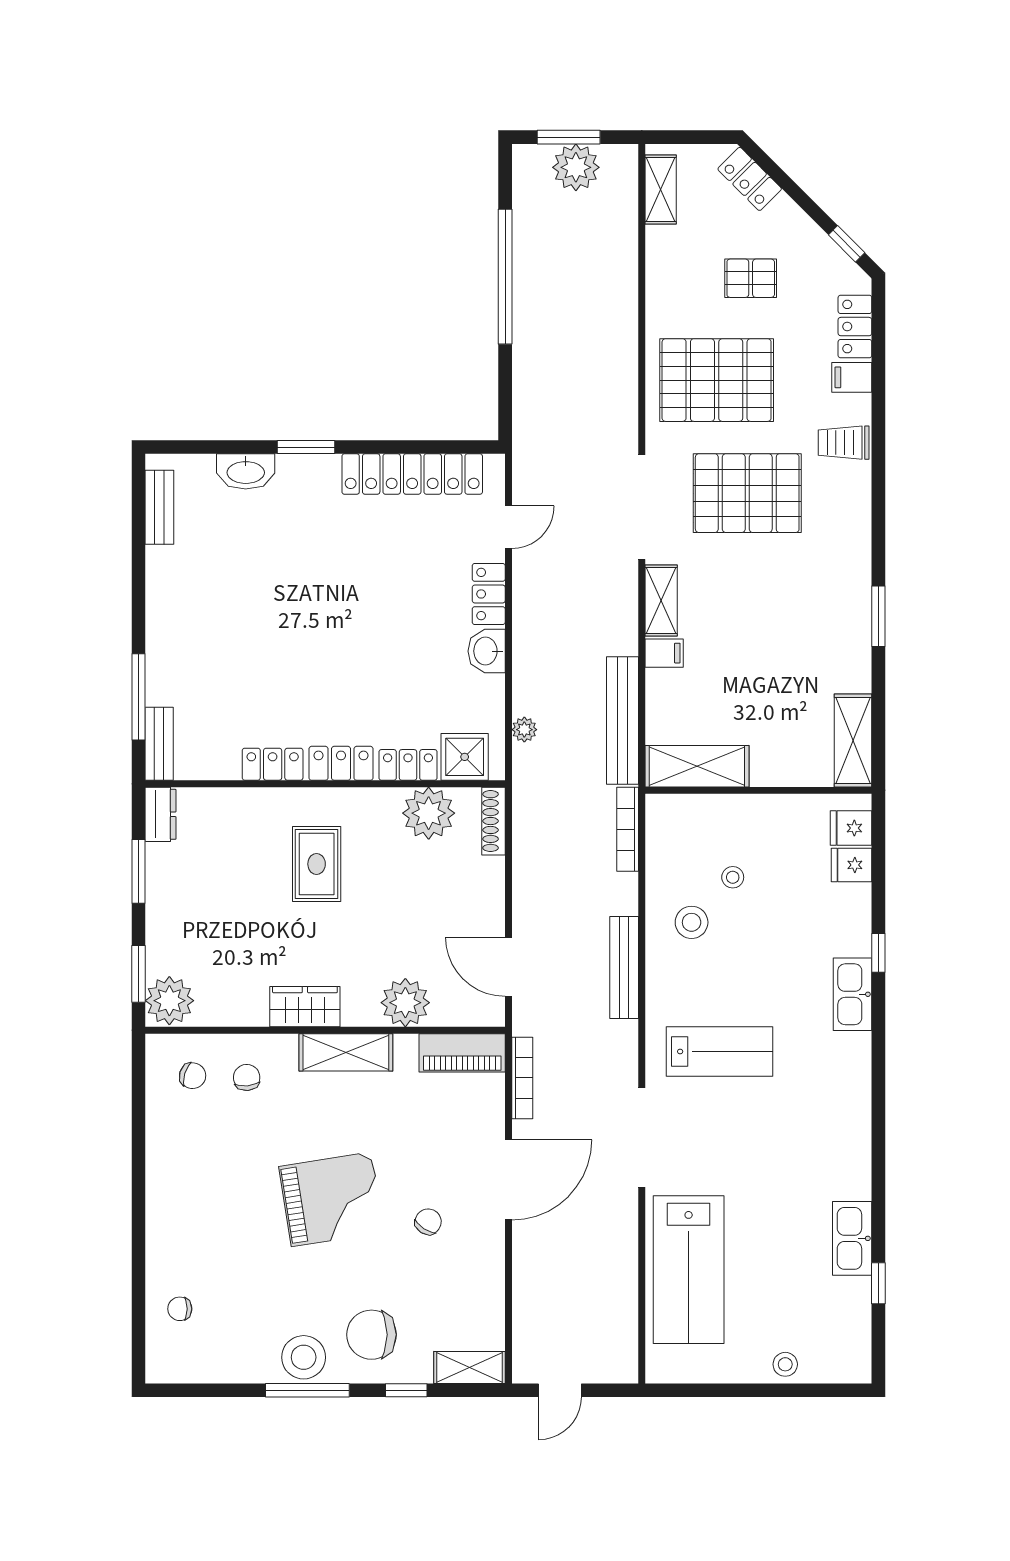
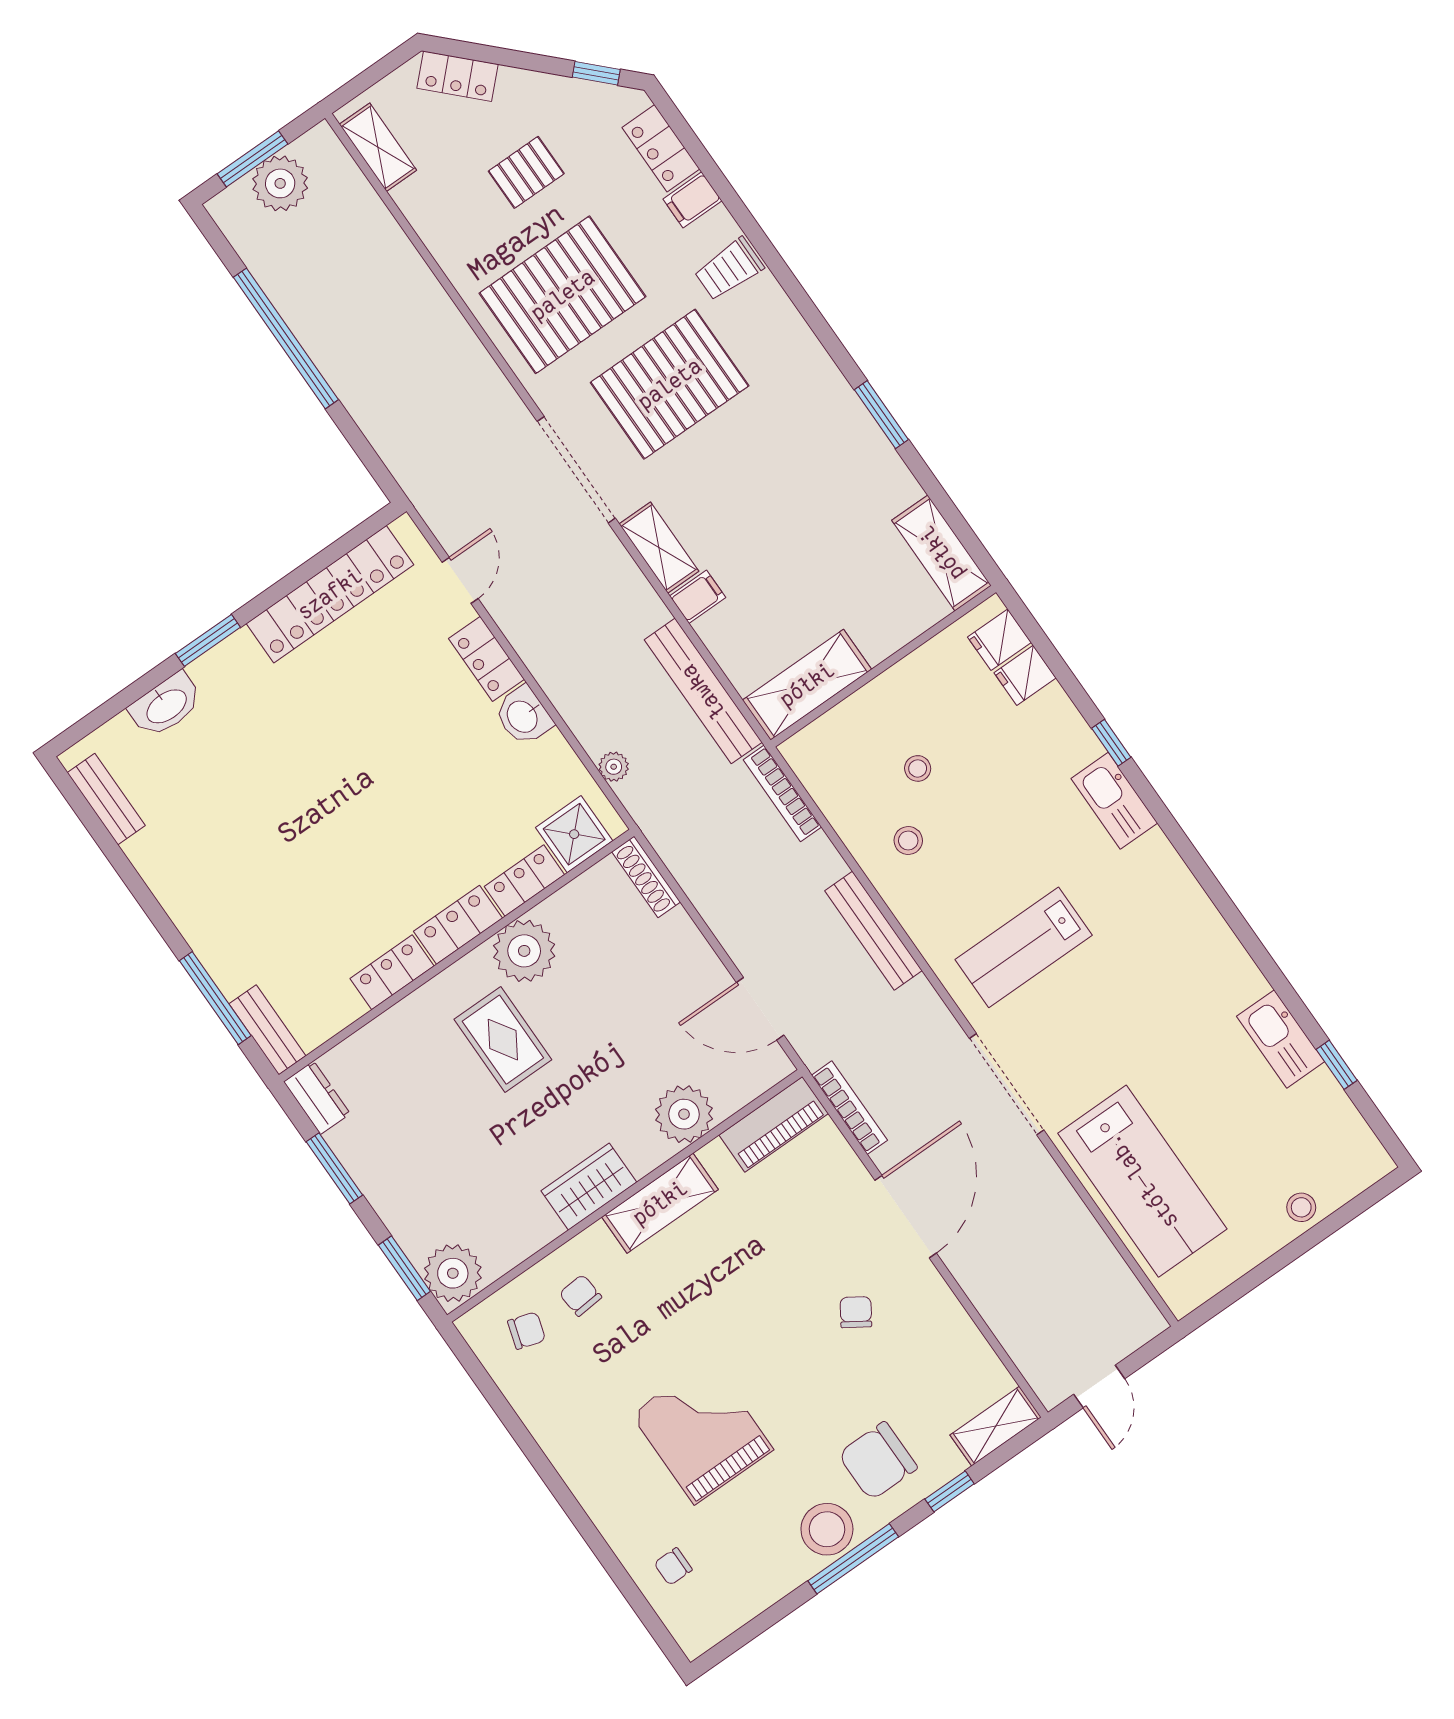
plant: (429, 813) -> (524, 951), moved
stool: (692, 922) -> (908, 841), width x0.73, depth x0.73
lab bench: (719, 1052) -> (1024, 947), turned 180
grand piano: (331, 1199) -> (702, 1432), moved, turned -81

